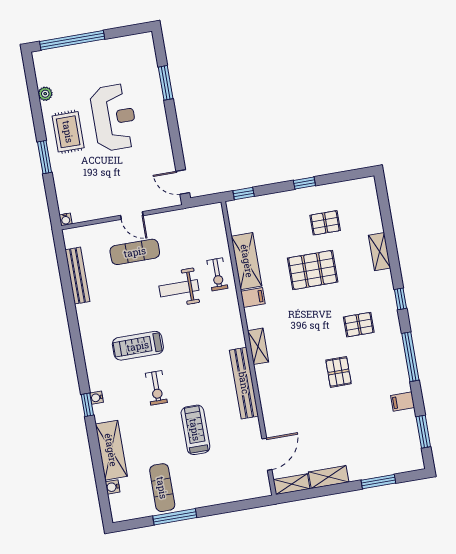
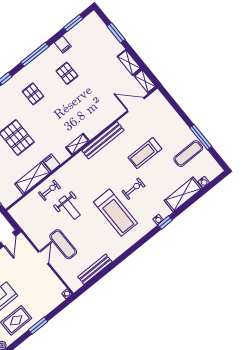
treadmill: (138, 346) -> (115, 213), width x1.37, depth x1.38
pallet: (339, 372) -> (67, 73), moved, turned 90

